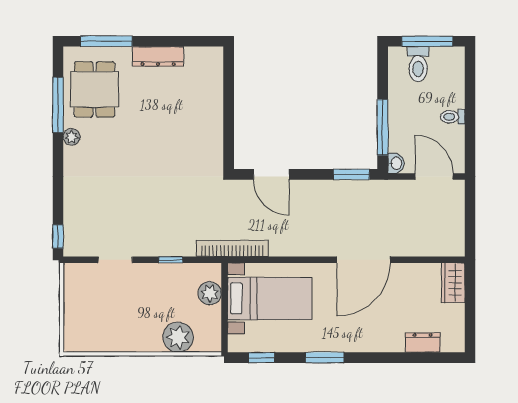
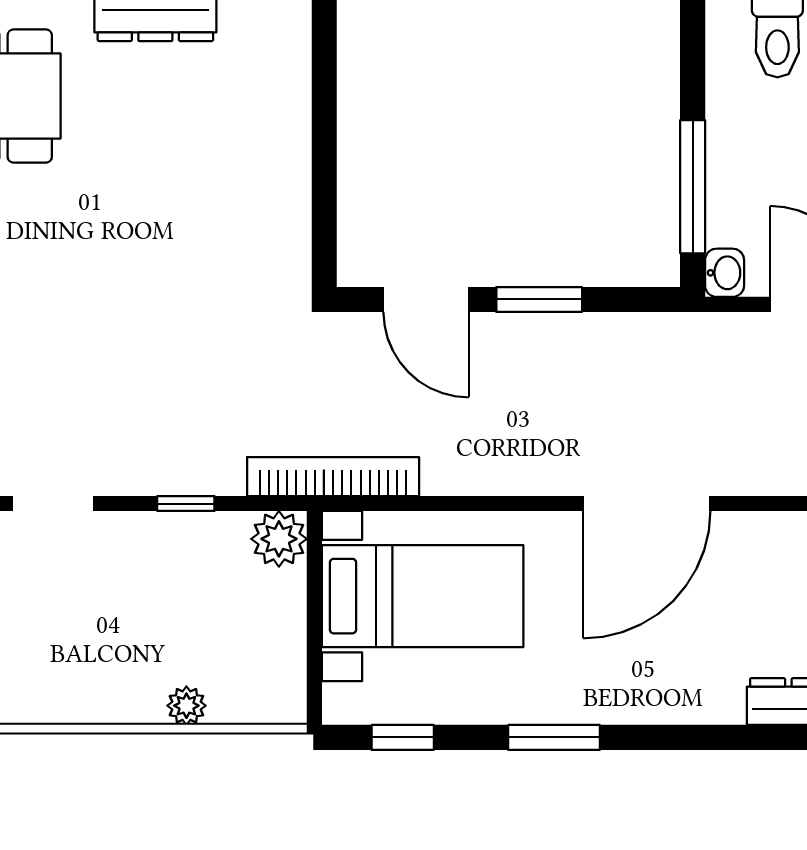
window: (351, 174) -> (539, 299), moved
plant: (210, 293) -> (279, 539), moved
plant: (178, 337) -> (186, 706), width x0.53, depth x0.53

